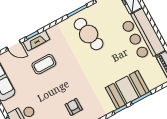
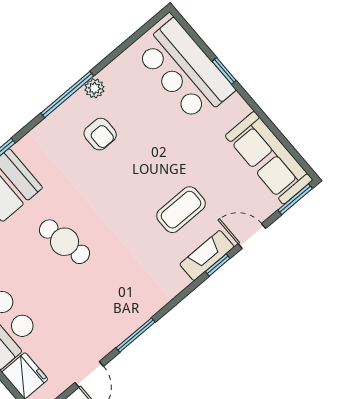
cafe table: (89, 34) -> (65, 242), moved, width x0.73, depth x0.74

